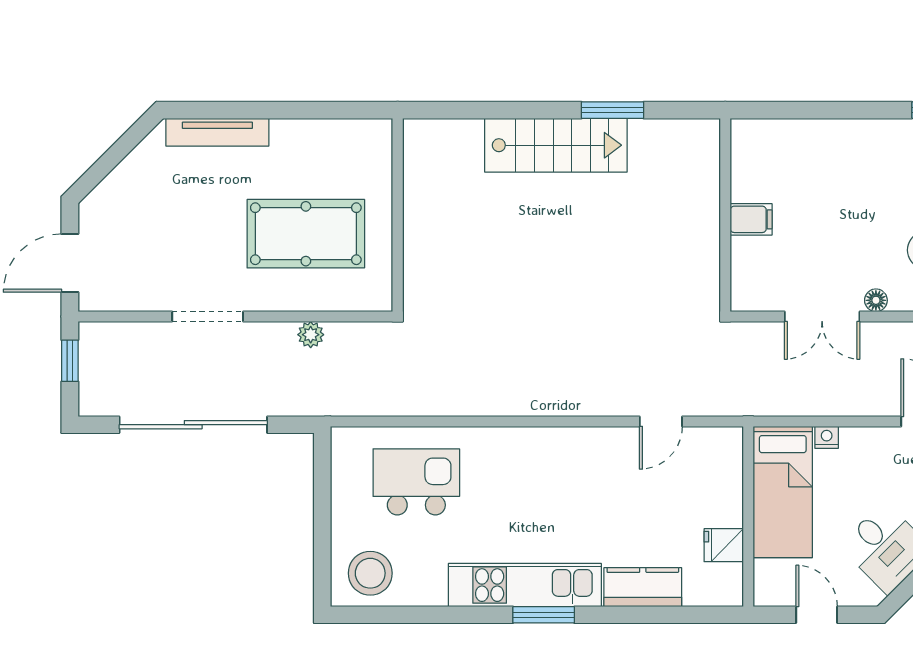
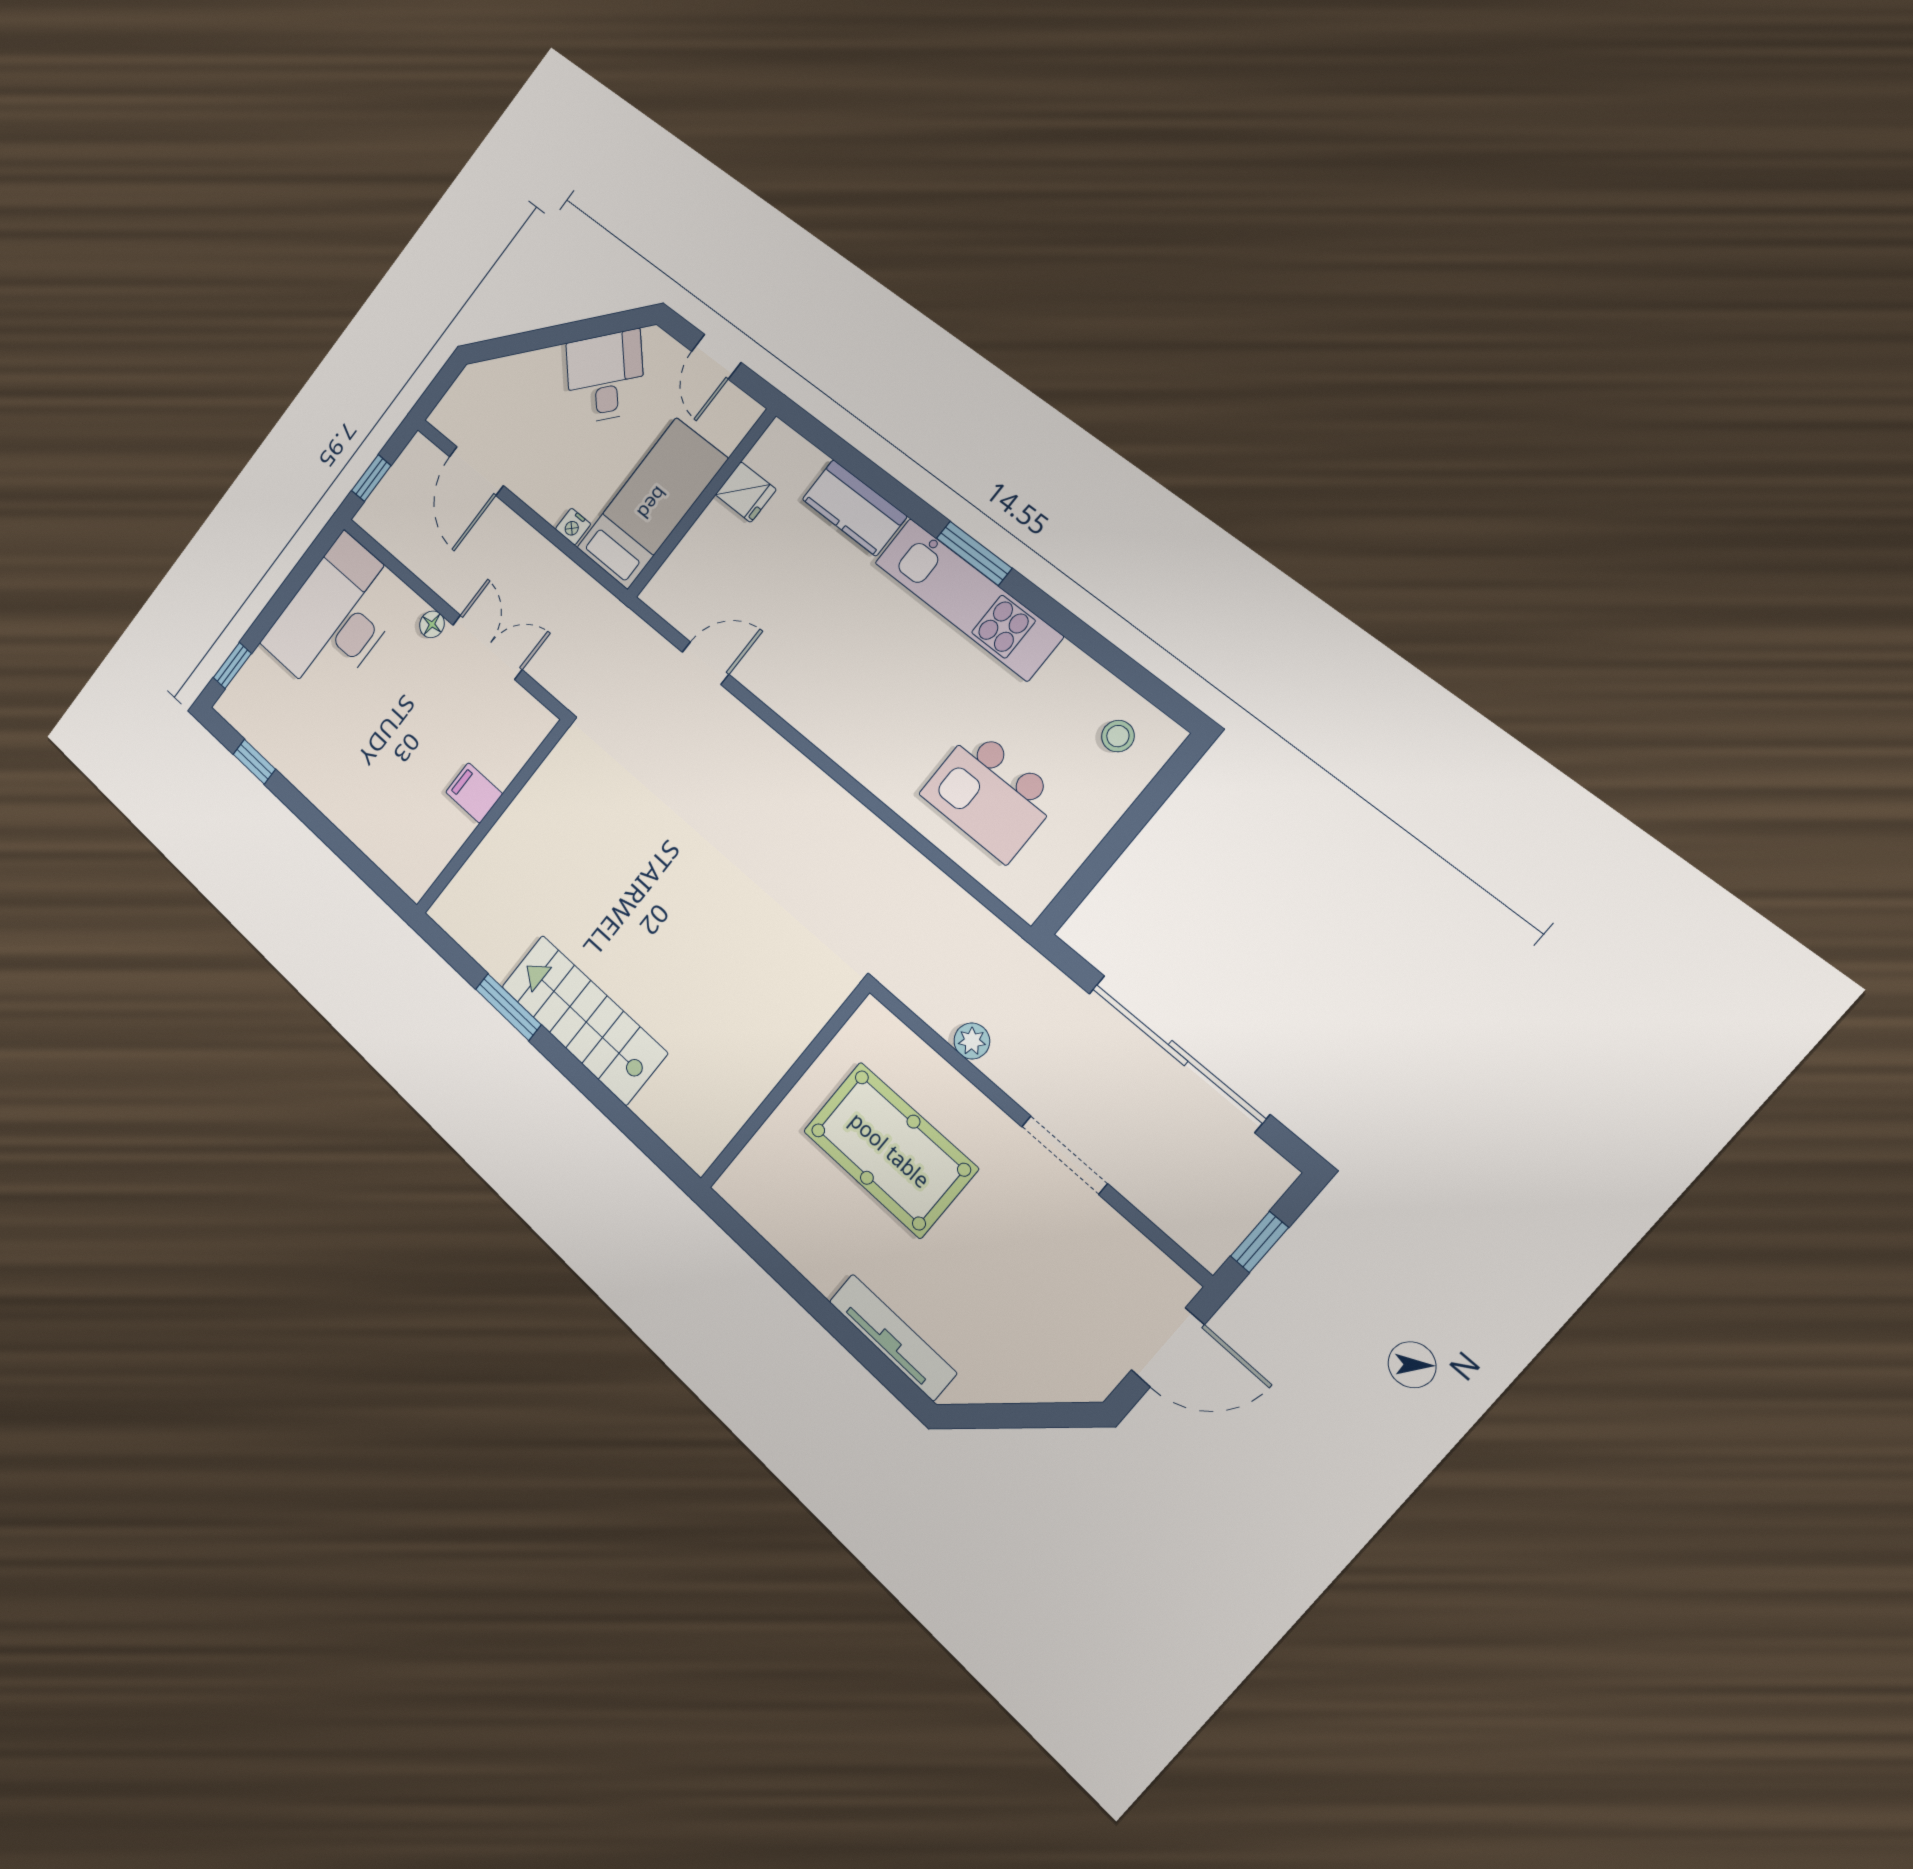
stool: (370, 573) -> (1118, 736), width x0.53, depth x0.53

